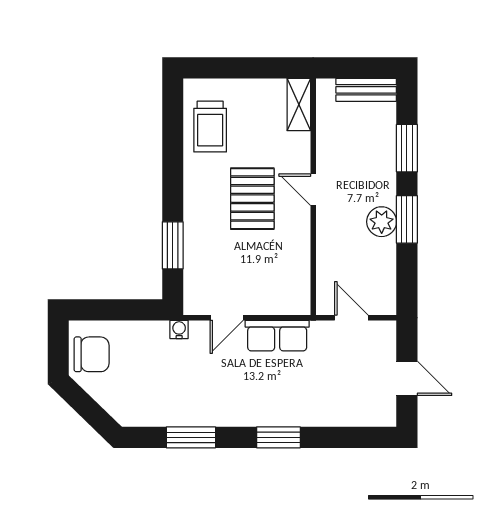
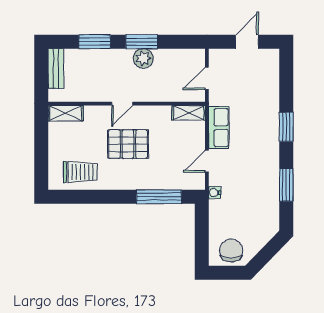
window: (173, 245) -> (159, 197), width x1.44
shelving: (299, 290) -> (189, 113), added
door: (227, 318) -> (207, 161), swing flipped

